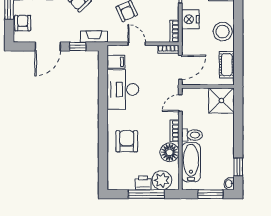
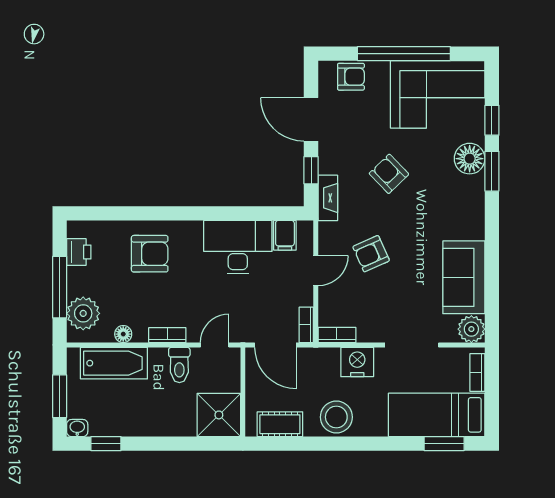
door: (180, 103) -> (215, 345), hinge flipped
toilet: (192, 135) -> (179, 365), moved
floor lamp: (169, 152) -> (123, 334), width x0.53, depth x0.53
printer: (143, 183) -> (79, 252), moved

